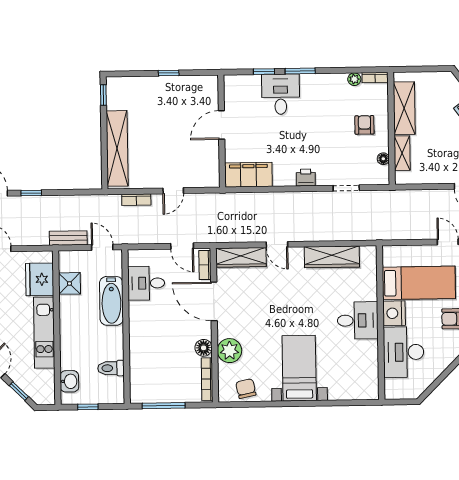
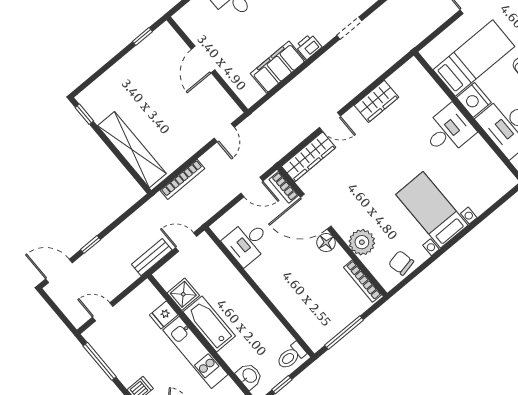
window: (169, 73) -> (142, 37), moved
filing cabinet: (249, 175) -> (278, 67), moved
door: (173, 191) -> (224, 133), moved
bookcase: (136, 200) -> (182, 179), width x1.56
wardrobe: (332, 257) -> (376, 101), width x0.67
fridge: (40, 279) -> (164, 315), width x0.53, depth x0.75
bathtub: (111, 301) -> (209, 324), moved, turned 180
floor lamp: (204, 348) -> (326, 243), moved
toilet: (111, 368) -> (291, 356), moved

